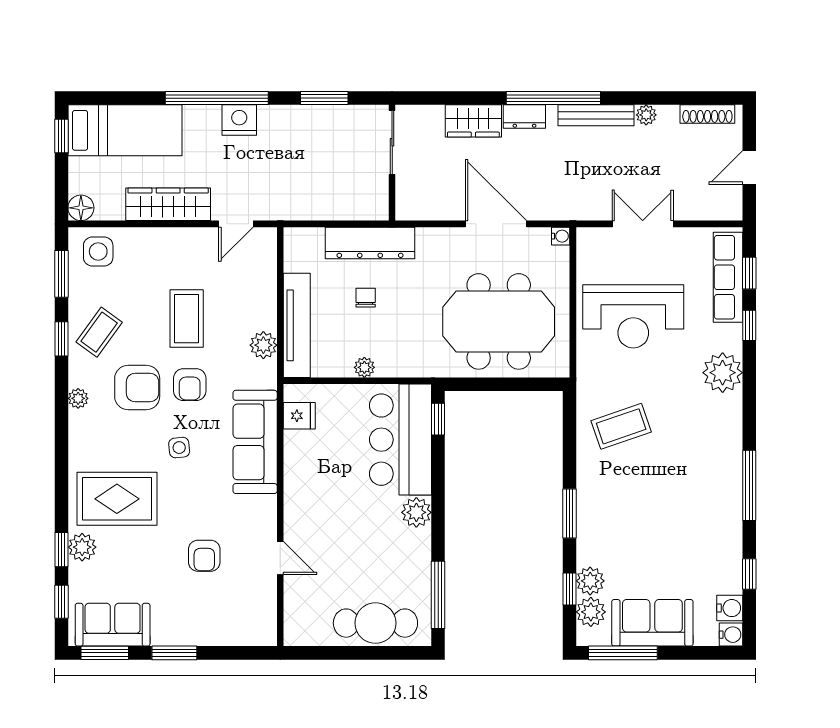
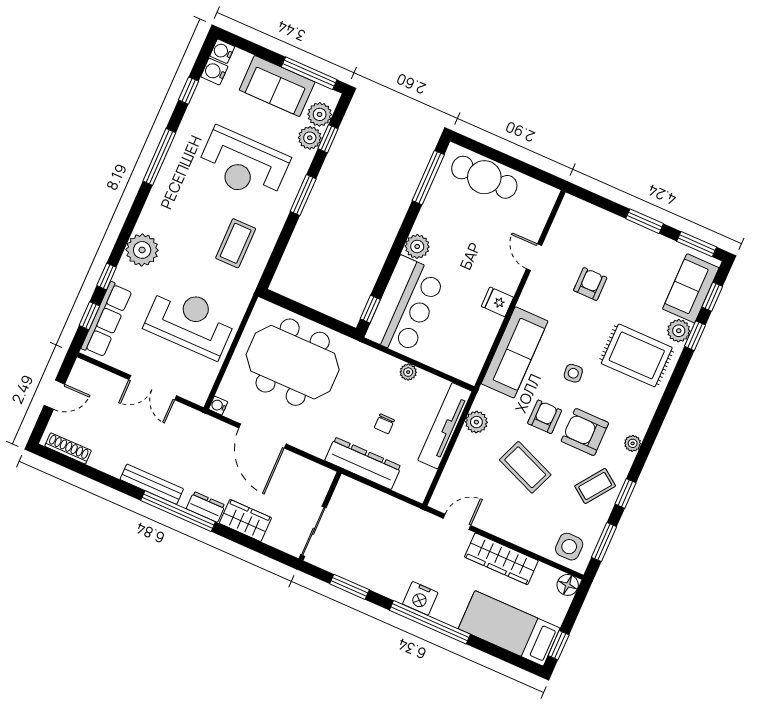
plant: (646, 115) -> (114, 468), removed
coffee table: (187, 319) -> (525, 467), turned -68
fridge: (299, 416) -> (497, 302), moved
coffee table: (621, 426) -> (236, 243), turned -71
reception desk: (652, 518) -> (243, 165), added
sofa: (113, 625) -> (691, 288), moved, turned 90

